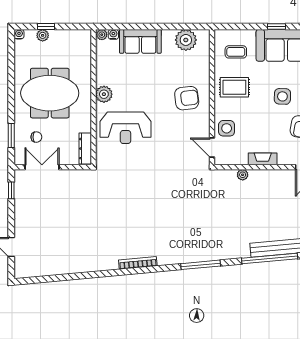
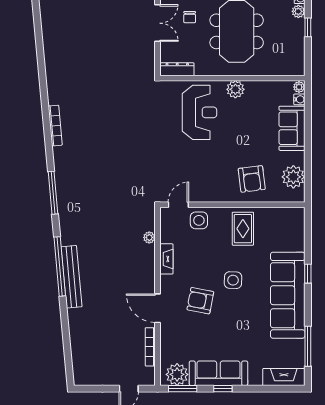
plant: (43, 35) -> (298, 11), moved
coffee table: (236, 52) -> (281, 230), removed
armchair: (187, 98) -> (252, 179), moved
reception desk: (126, 128) -> (200, 112), turned 180

